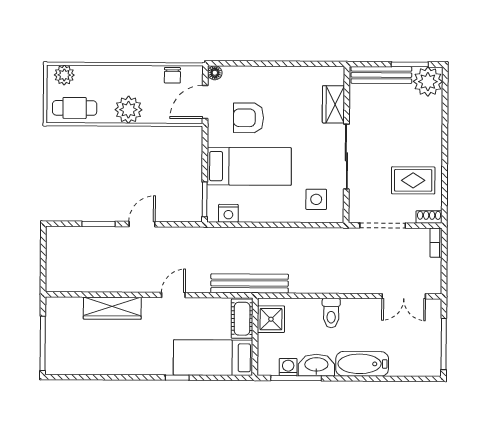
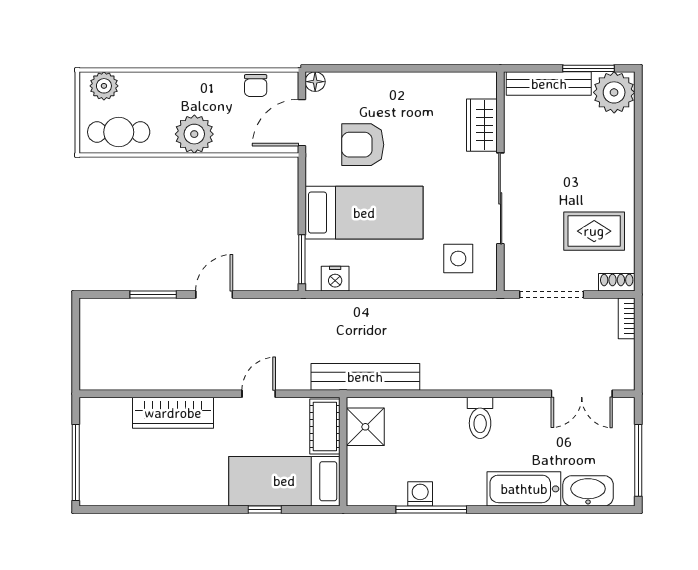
cot: (242, 319) -> (325, 426), moved
shower: (271, 319) -> (365, 427), moved
wall: (255, 337) -> (343, 452), moved
bed: (213, 358) -> (284, 481), moved
washbasin: (316, 365) -> (588, 491), moved

